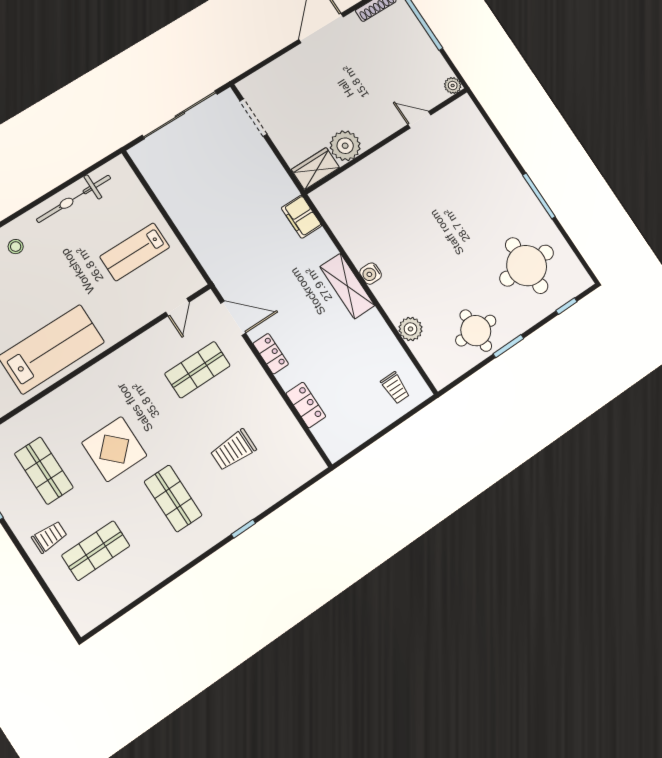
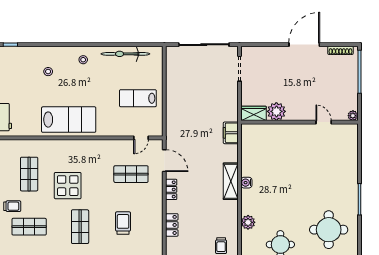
trolley: (233, 450) -> (123, 223), turned 90

